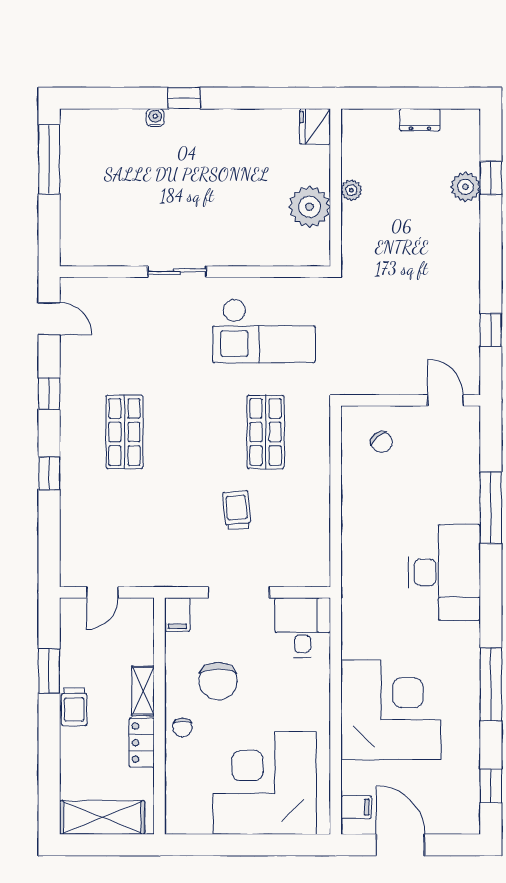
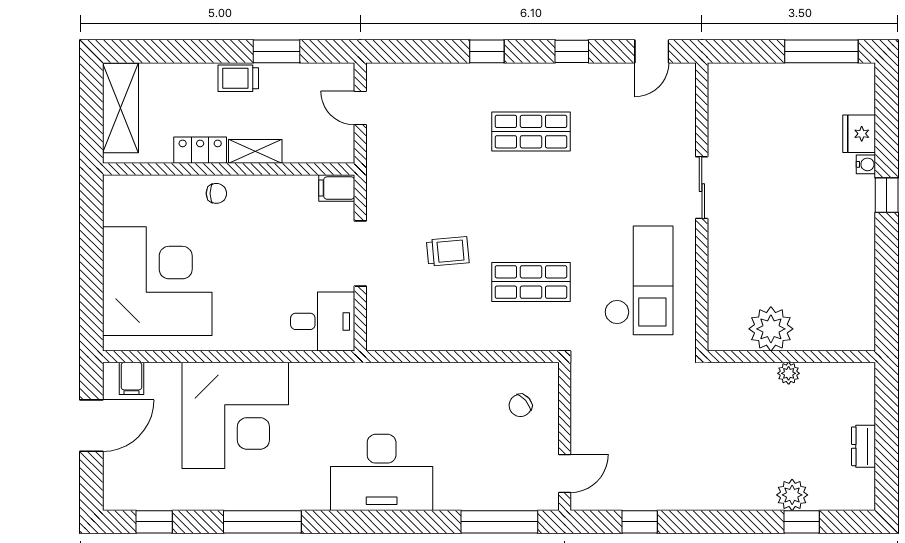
fridge: (315, 126) -> (859, 134), moved, turned -90
checkout: (264, 331) -> (639, 280), turned 180
window: (491, 508) -> (499, 522), moved
chair: (218, 681) -> (266, 231), removed
chair: (182, 727) -> (216, 193), turned 180

